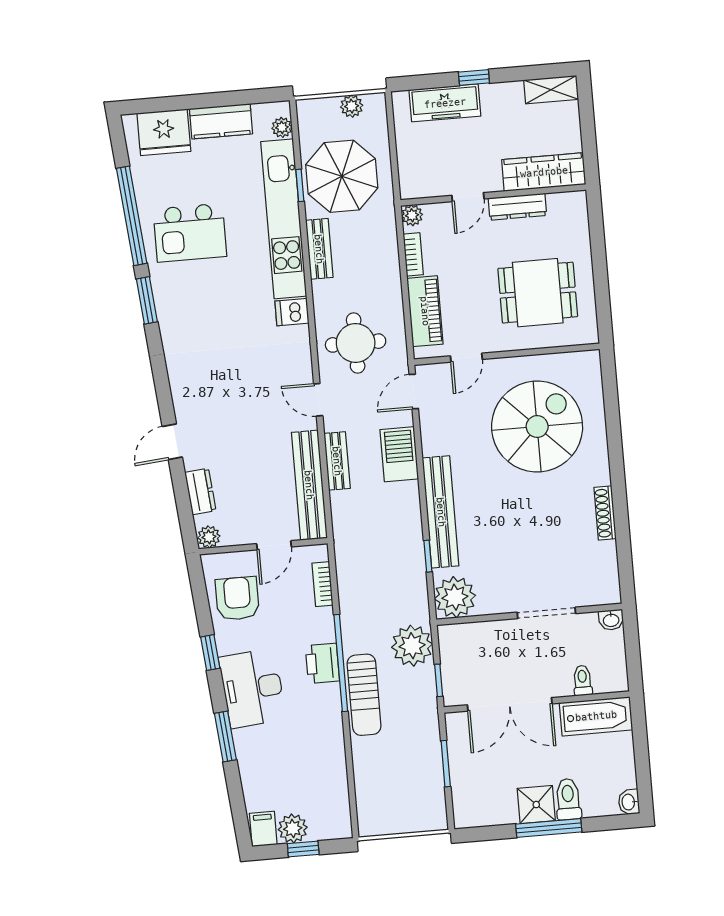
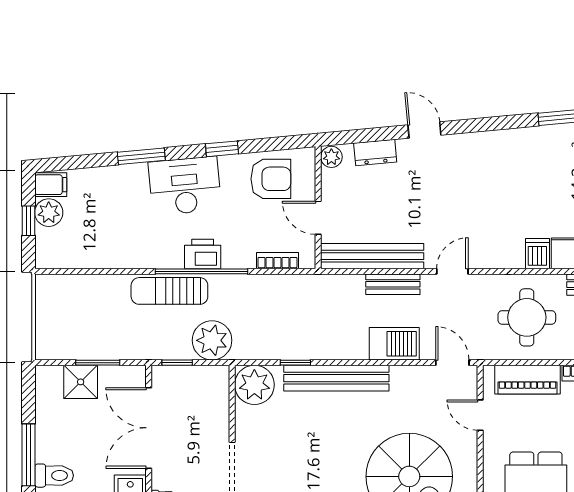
round table: (356, 343) -> (527, 317), moved
shower: (536, 805) -> (81, 382), moved

